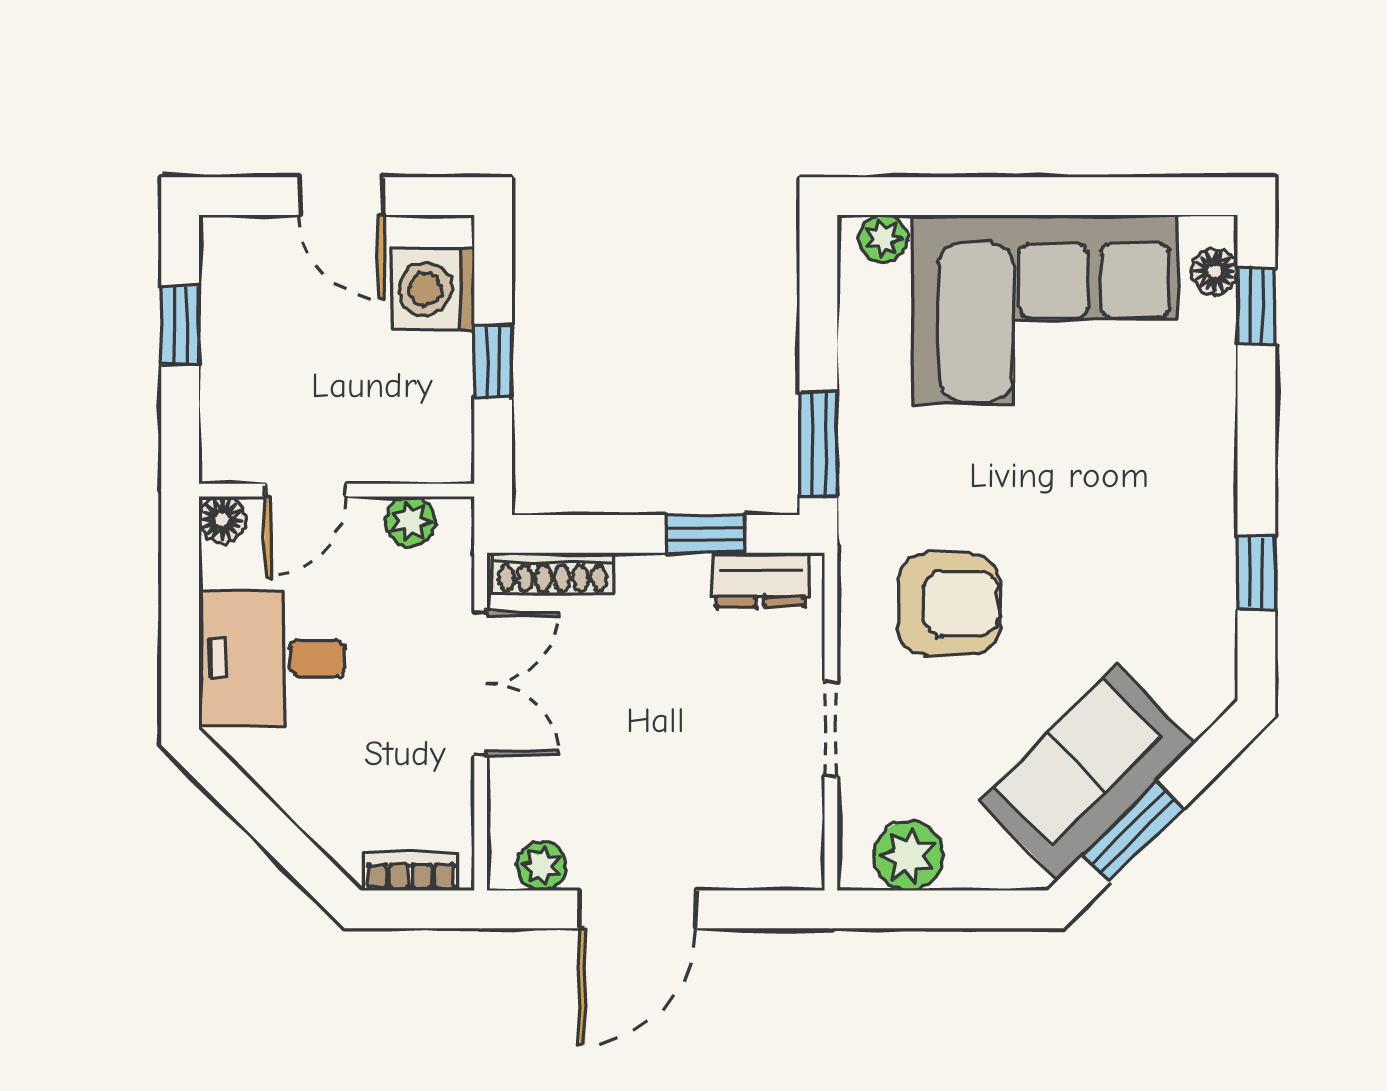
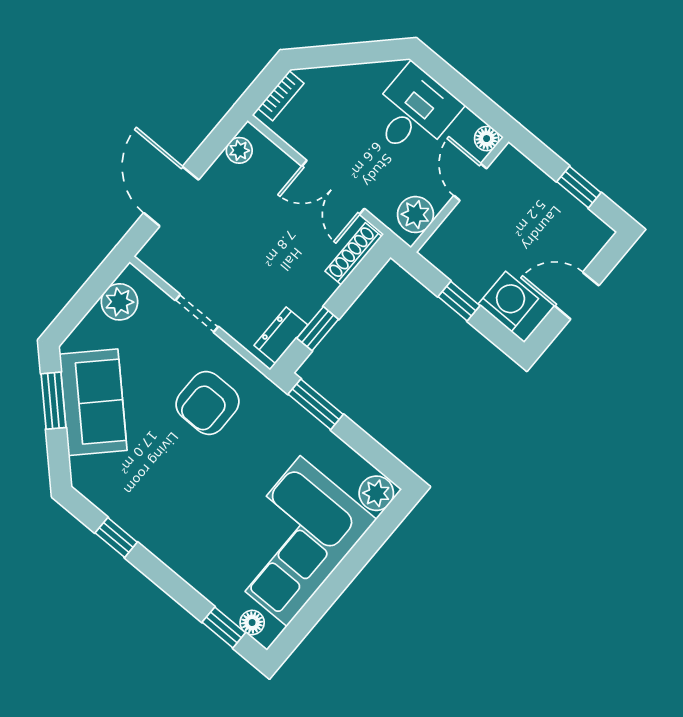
plant: (883, 239) -> (376, 493), width x1.38, depth x1.38
plant: (410, 521) -> (415, 215), width x1.38, depth x1.38
door: (638, 909) -> (171, 196), moved

